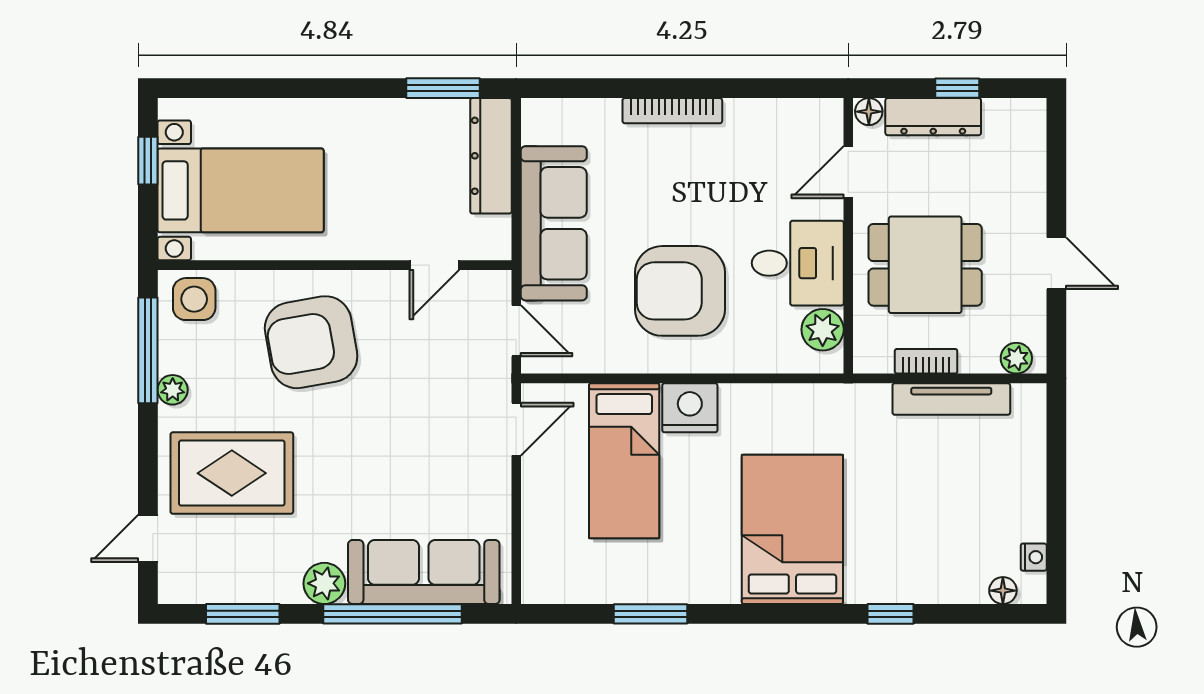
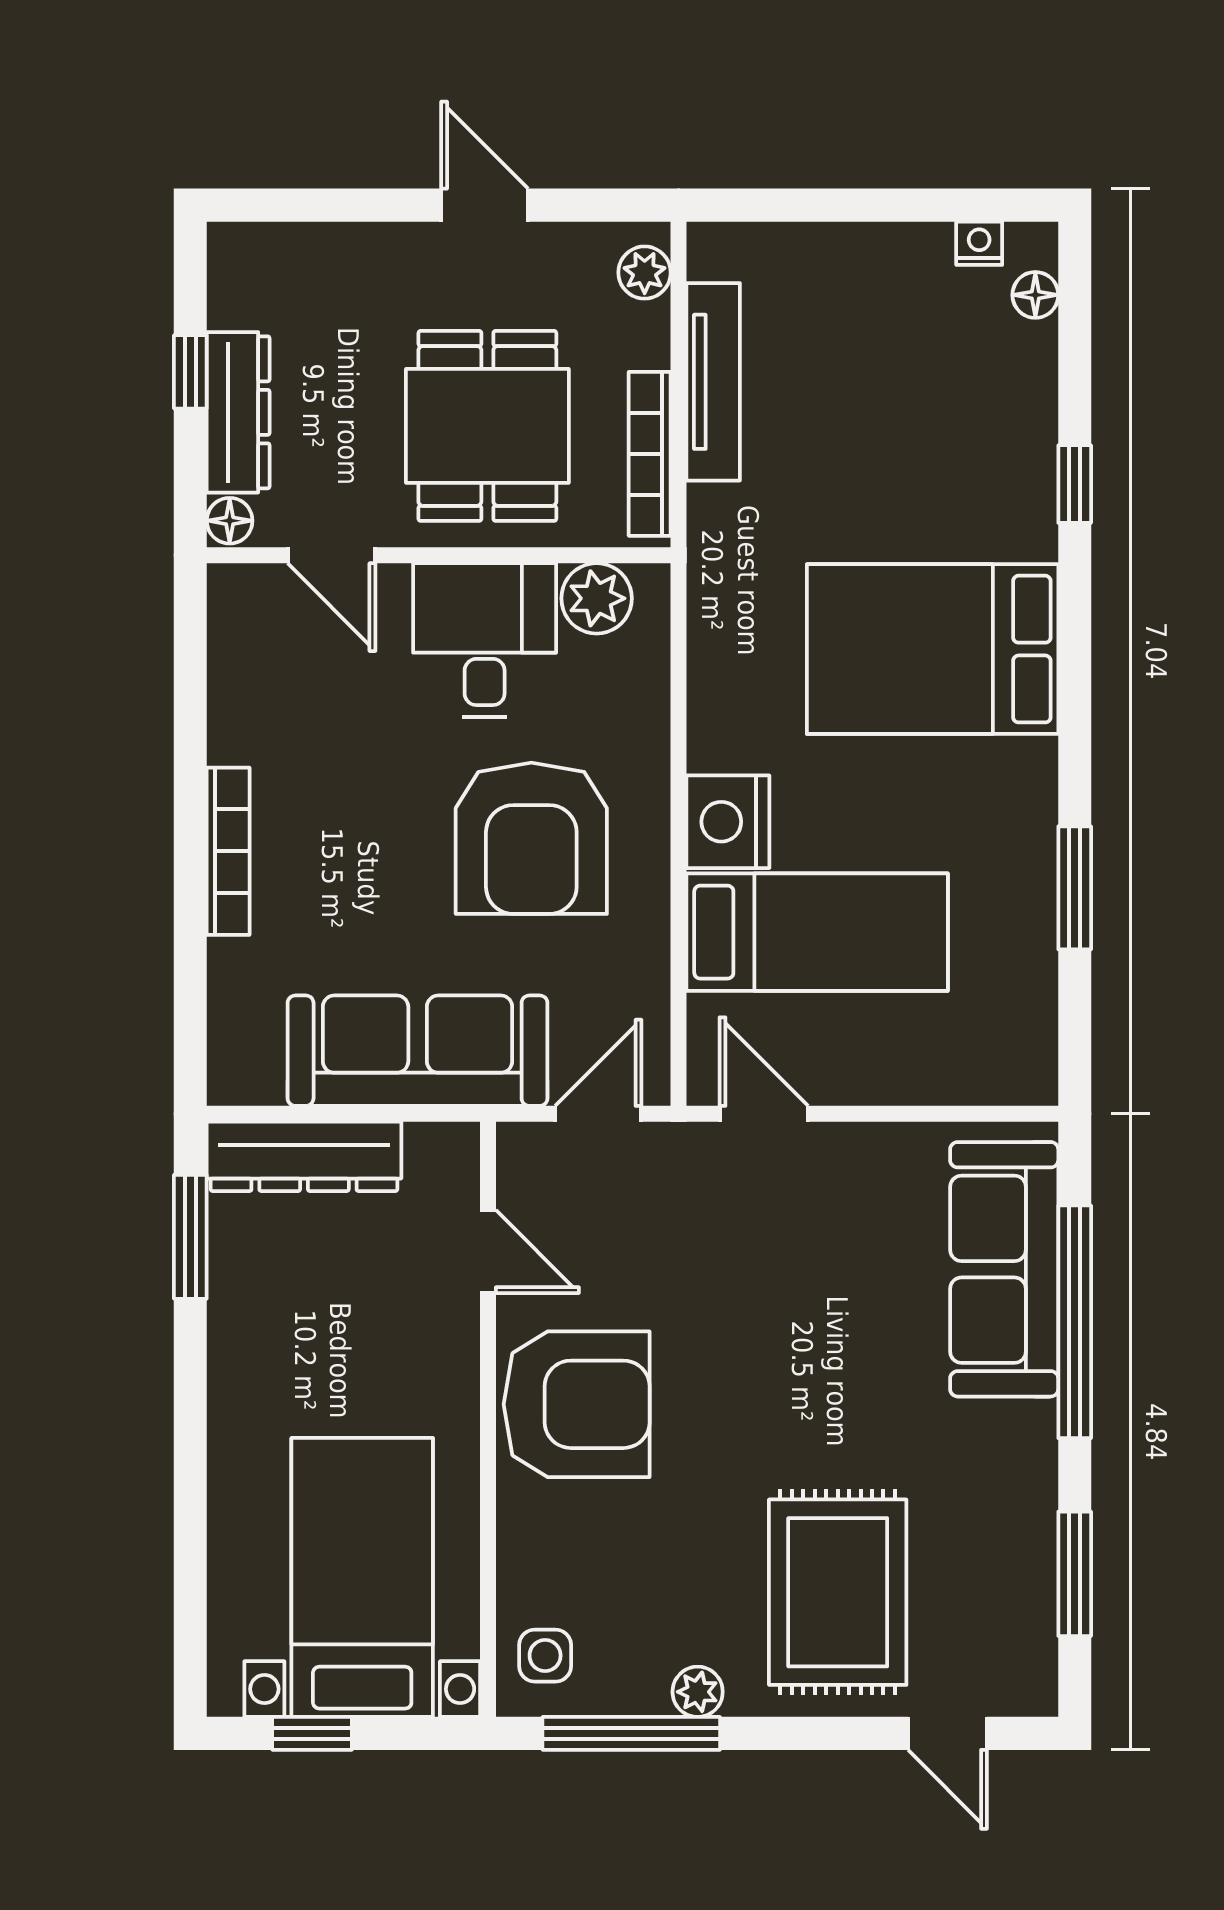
door: (1056, 263) -> (485, 205), hinge flipped
side table: (194, 299) -> (545, 1656), width x0.73, depth x0.73
armchair: (311, 342) -> (577, 1404), moved, turned -80
bookcase: (926, 361) -> (650, 454), width x1.56
plant: (324, 583) -> (1023, 1437), removed

